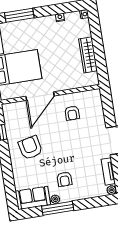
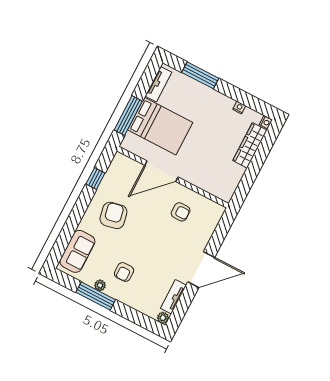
wardrobe: (88, 55) -> (250, 145), moved
armchair: (72, 113) -> (181, 212), turned -90
sofa: (33, 198) -> (77, 251), moved, turned 90

